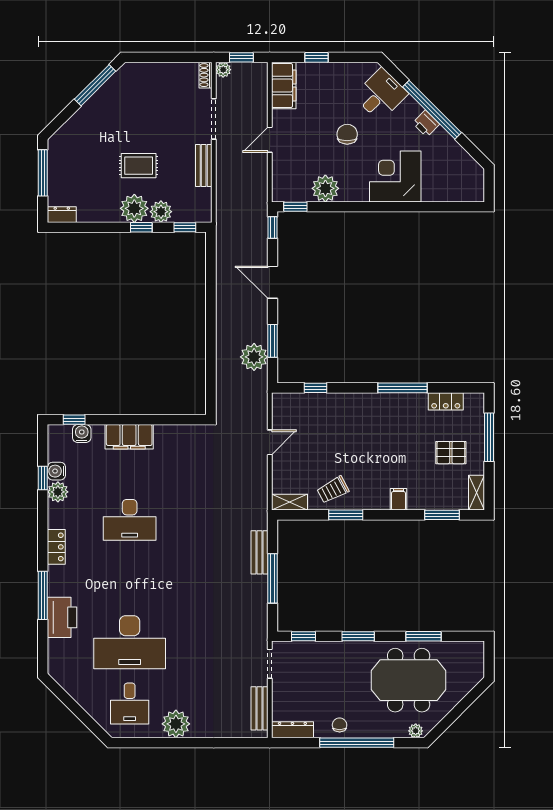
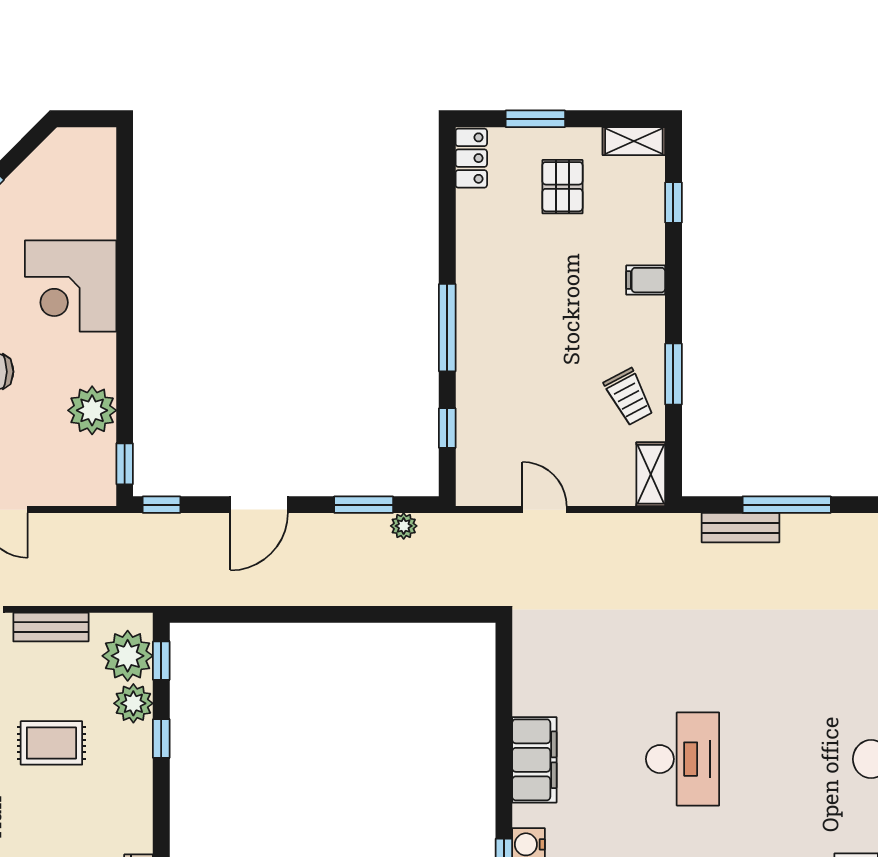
rug: (139, 166) -> (51, 743), turned 90
plant: (134, 208) -> (128, 656), moved
plant: (254, 357) -> (404, 526), width x0.53, depth x0.53
window: (402, 388) -> (447, 328), moved
locker: (446, 401) -> (471, 158), moved
window: (489, 437) -> (535, 119), width x0.69
window: (442, 515) -> (673, 203), width x0.67

